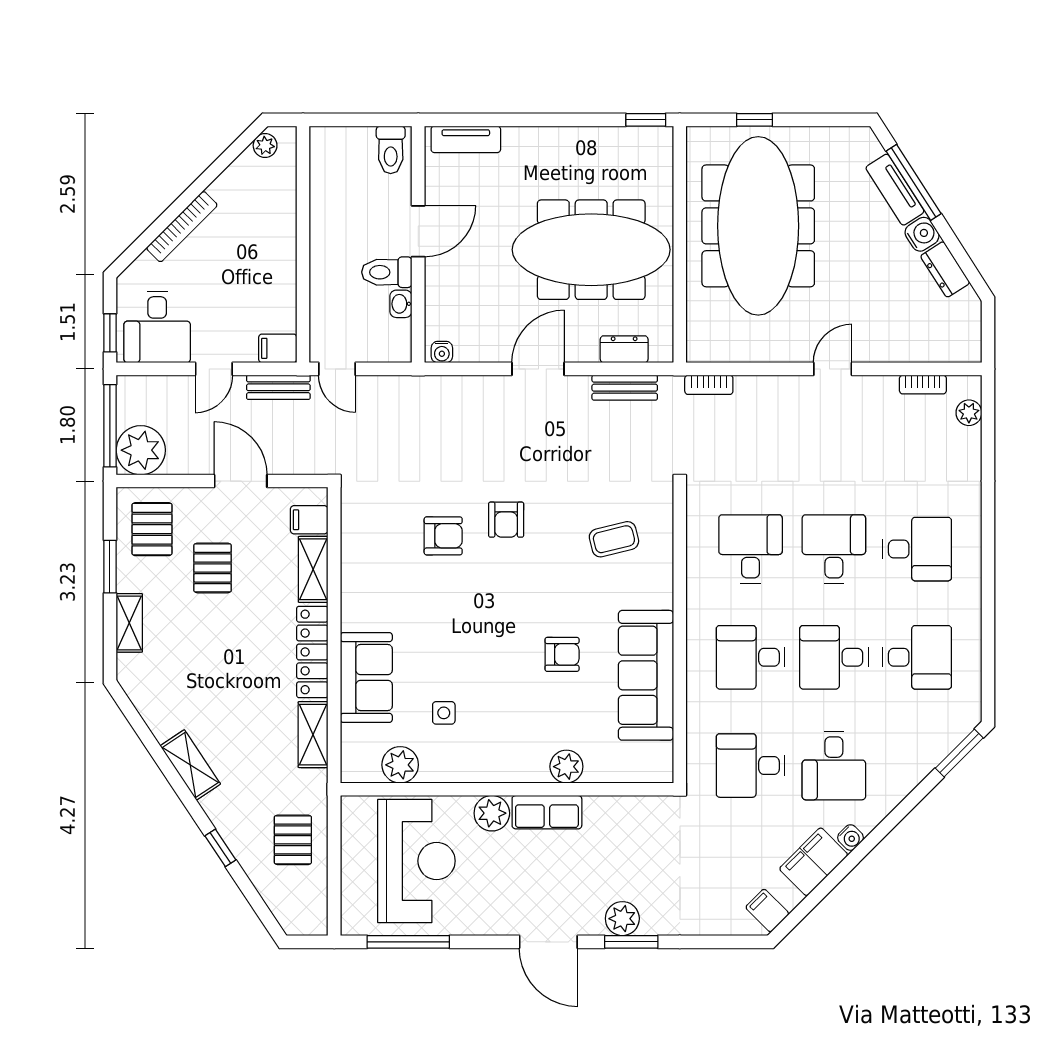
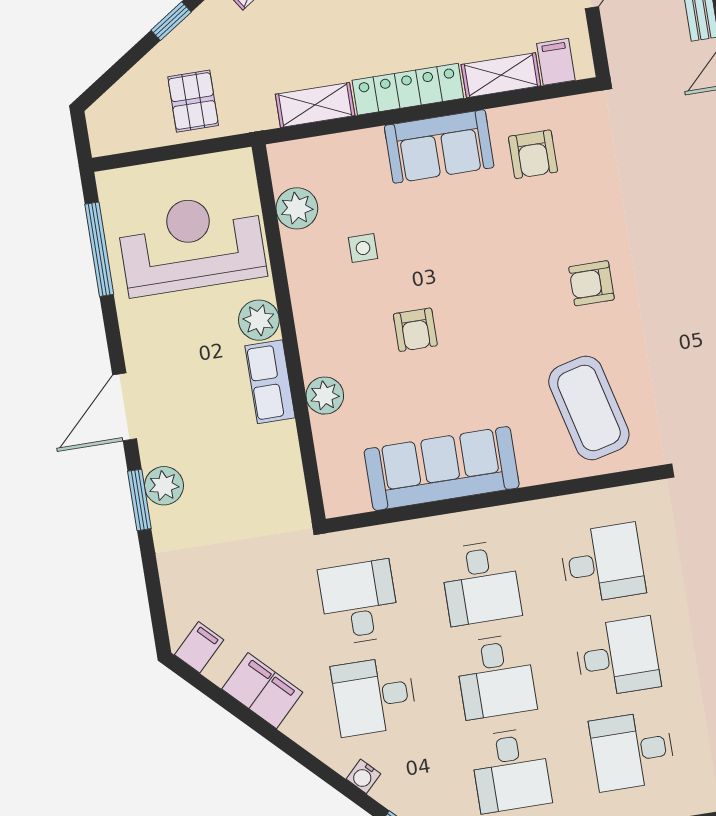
armchair: (443, 536) -> (533, 154), moved
coffee table: (614, 539) -> (589, 408), width x1.86, depth x1.72
desk: (917, 549) -> (632, 751), turned 90
armchair: (562, 654) -> (415, 330), moved
desk: (751, 657) -> (481, 583), turned 180
desk: (834, 657) -> (496, 677), turned 180
sofa: (366, 678) -> (439, 146), moved
water cooler: (851, 838) -> (363, 776), moved
pallet: (293, 840) -> (193, 101), turned 90
reception desk: (416, 861) -> (192, 244), turned 180

